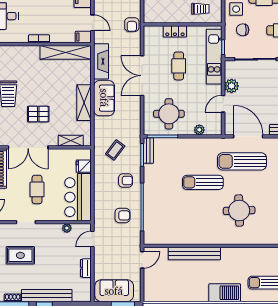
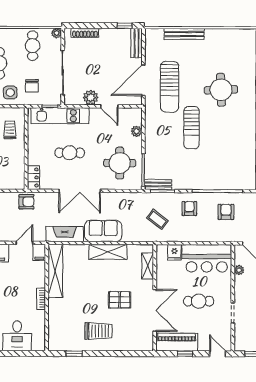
locker: (175, 31) -> (33, 177), moved
pallet: (38, 114) -> (120, 300), turned 90

